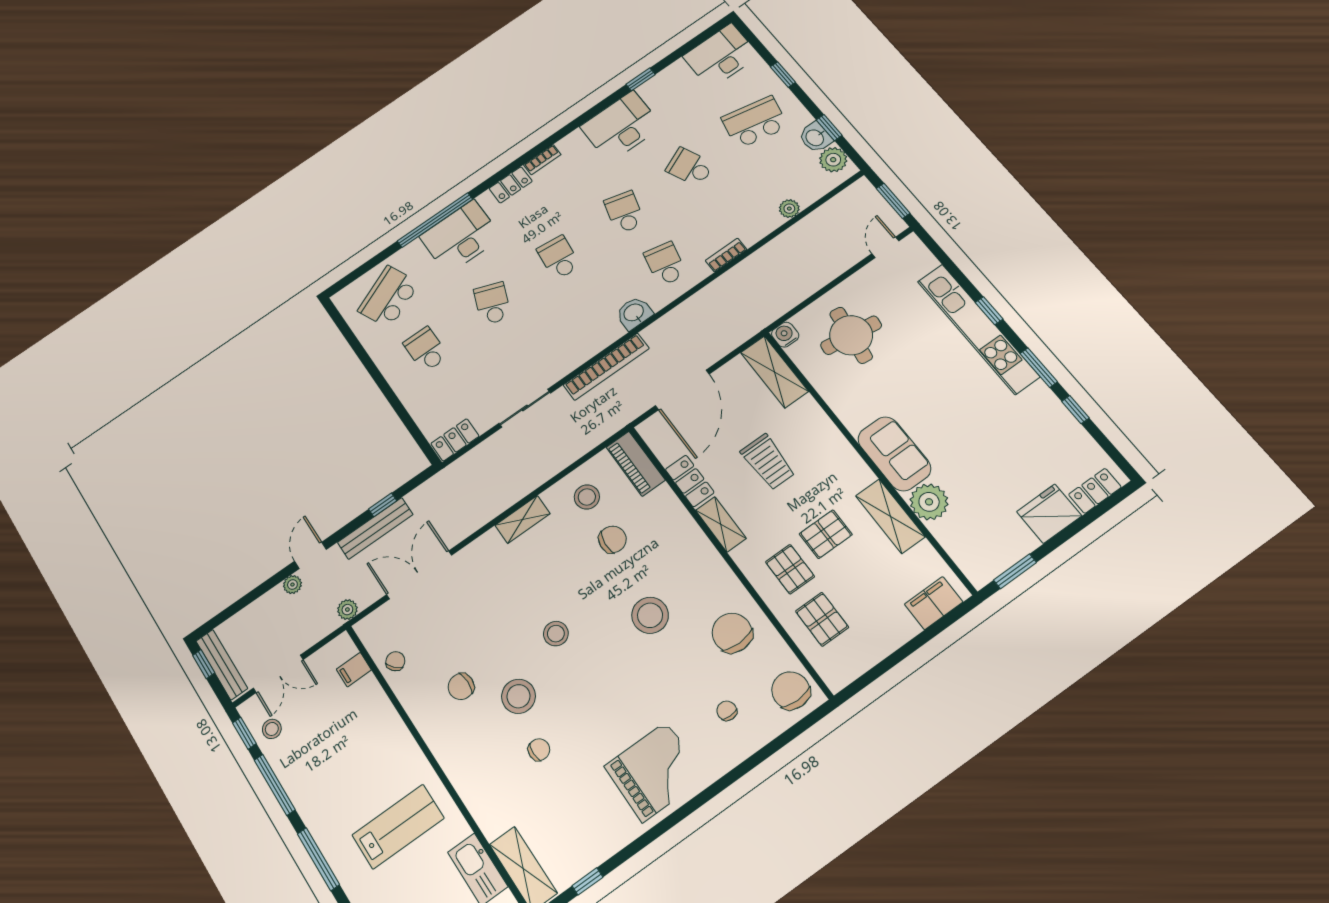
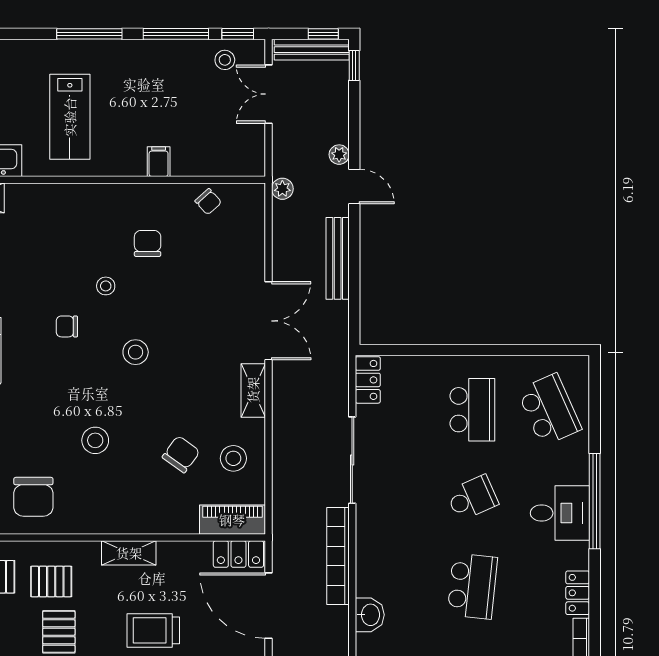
desk: (460, 237) -> (560, 513), width x0.73
school desk: (559, 258) -> (472, 586), width x1.85
school desk: (492, 303) -> (472, 498), turned -45
school desk: (426, 350) -> (472, 410), width x1.85
sliding door: (525, 408) -> (352, 460), width x1.37
locker: (690, 481) -> (238, 554), moved
window: (383, 505) -> (354, 65), moved
chair: (612, 539) -> (181, 454), turned -149
double door: (419, 575) -> (269, 321), moved
stool: (650, 615) -> (95, 440), width x0.73, depth x0.73
chair: (732, 633) -> (33, 497), turned 90
filing cabinet: (354, 670) -> (159, 162), moved
stool: (518, 696) -> (106, 286), width x0.53, depth x0.53
chair: (539, 750) -> (67, 326), moved, turned 90

